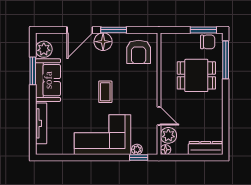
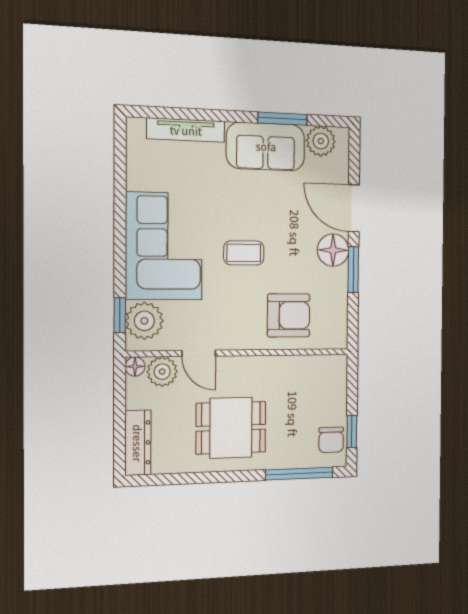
window: (203, 30) -> (352, 432), width x0.67
armchair: (139, 52) -> (289, 315), moved, turned 180
dining table: (196, 75) -> (231, 428), moved, turned 90
door: (159, 116) -> (199, 353), hinge flipped
plant: (137, 149) -> (144, 321), width x1.87, depth x1.87

